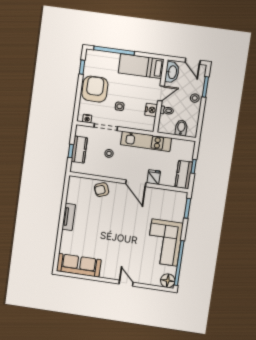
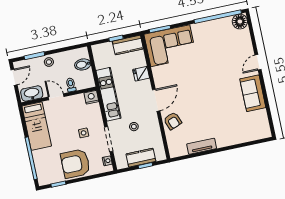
nightstand: (151, 110) -> (91, 97), moved
door: (136, 183) -> (156, 100), moved
tv unit: (69, 217) -> (202, 146), moved
corner sofa: (165, 243) -> (170, 46), moved
sofa: (79, 265) -> (253, 93), moved, width x0.73

